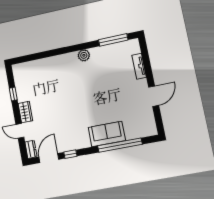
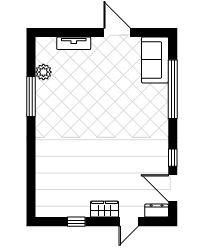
window: (113, 40) -> (31, 96), moved
plant: (84, 55) -> (43, 72), moved
sofa: (107, 134) -> (155, 60), moved

